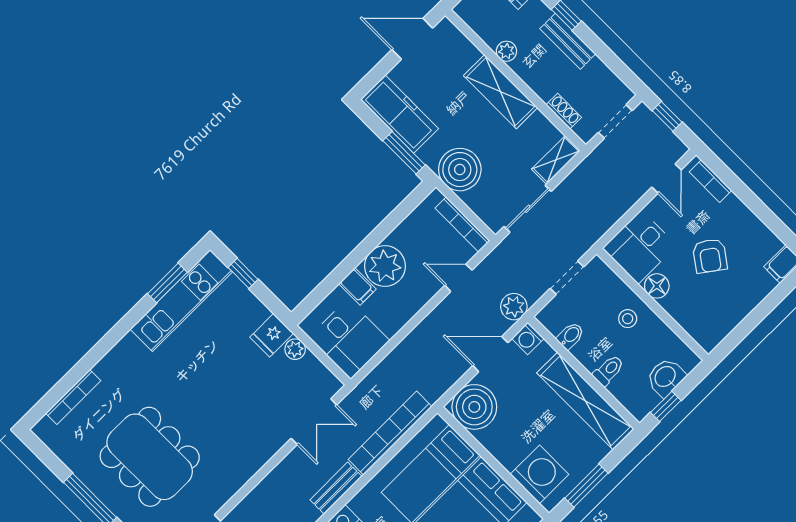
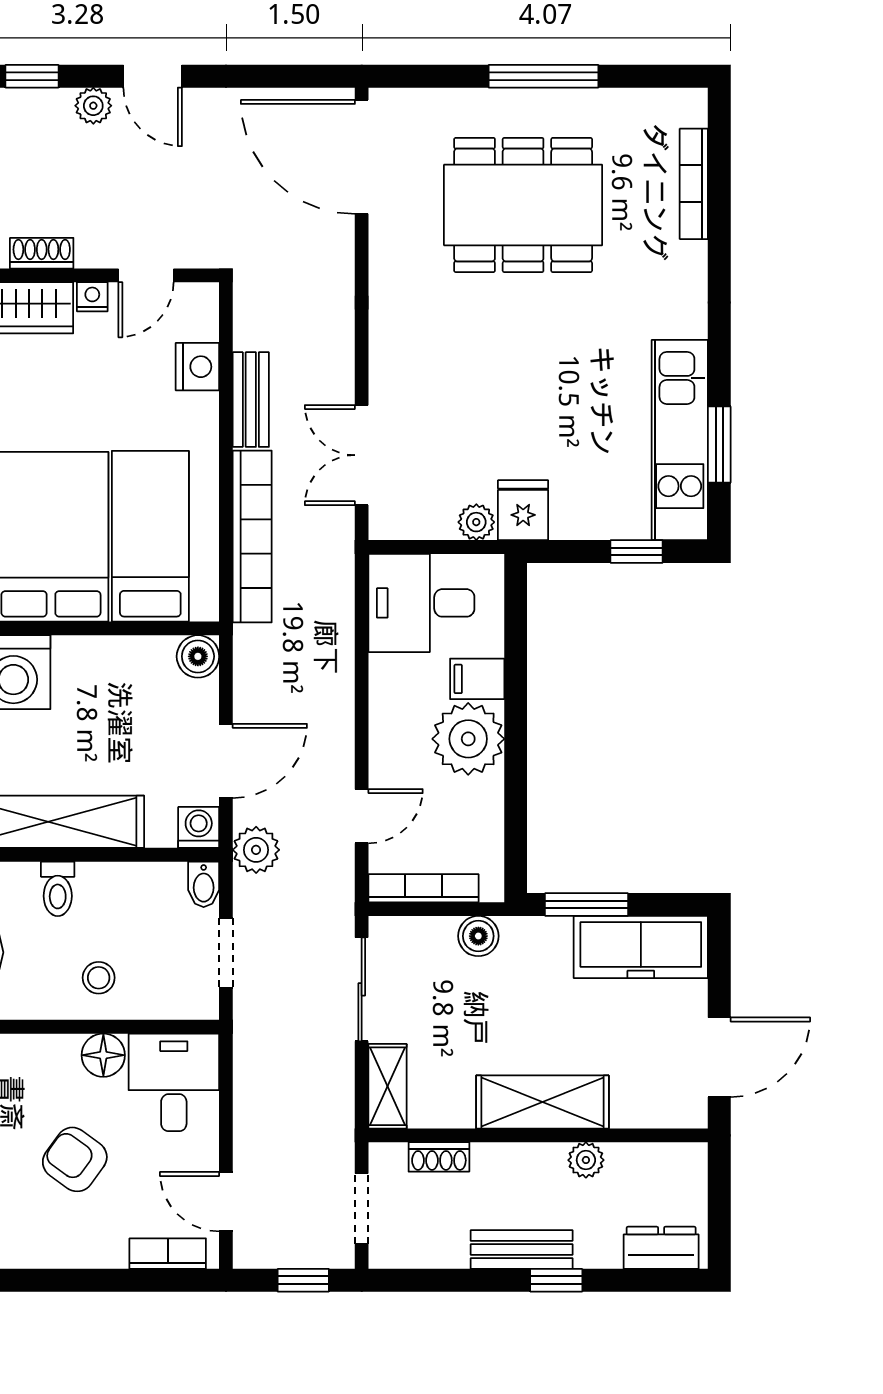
boiler: (460, 170) -> (478, 936), width x0.54, depth x0.54
bidet: (570, 336) -> (204, 884), moved
boiler: (474, 407) -> (198, 656), width x0.54, depth x0.54

